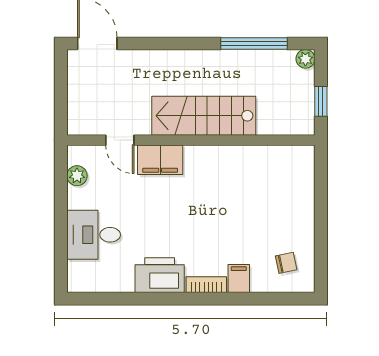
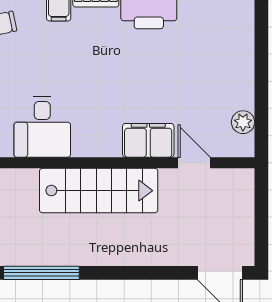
desk: (94, 235) -> (42, 127), moved, turned 90

